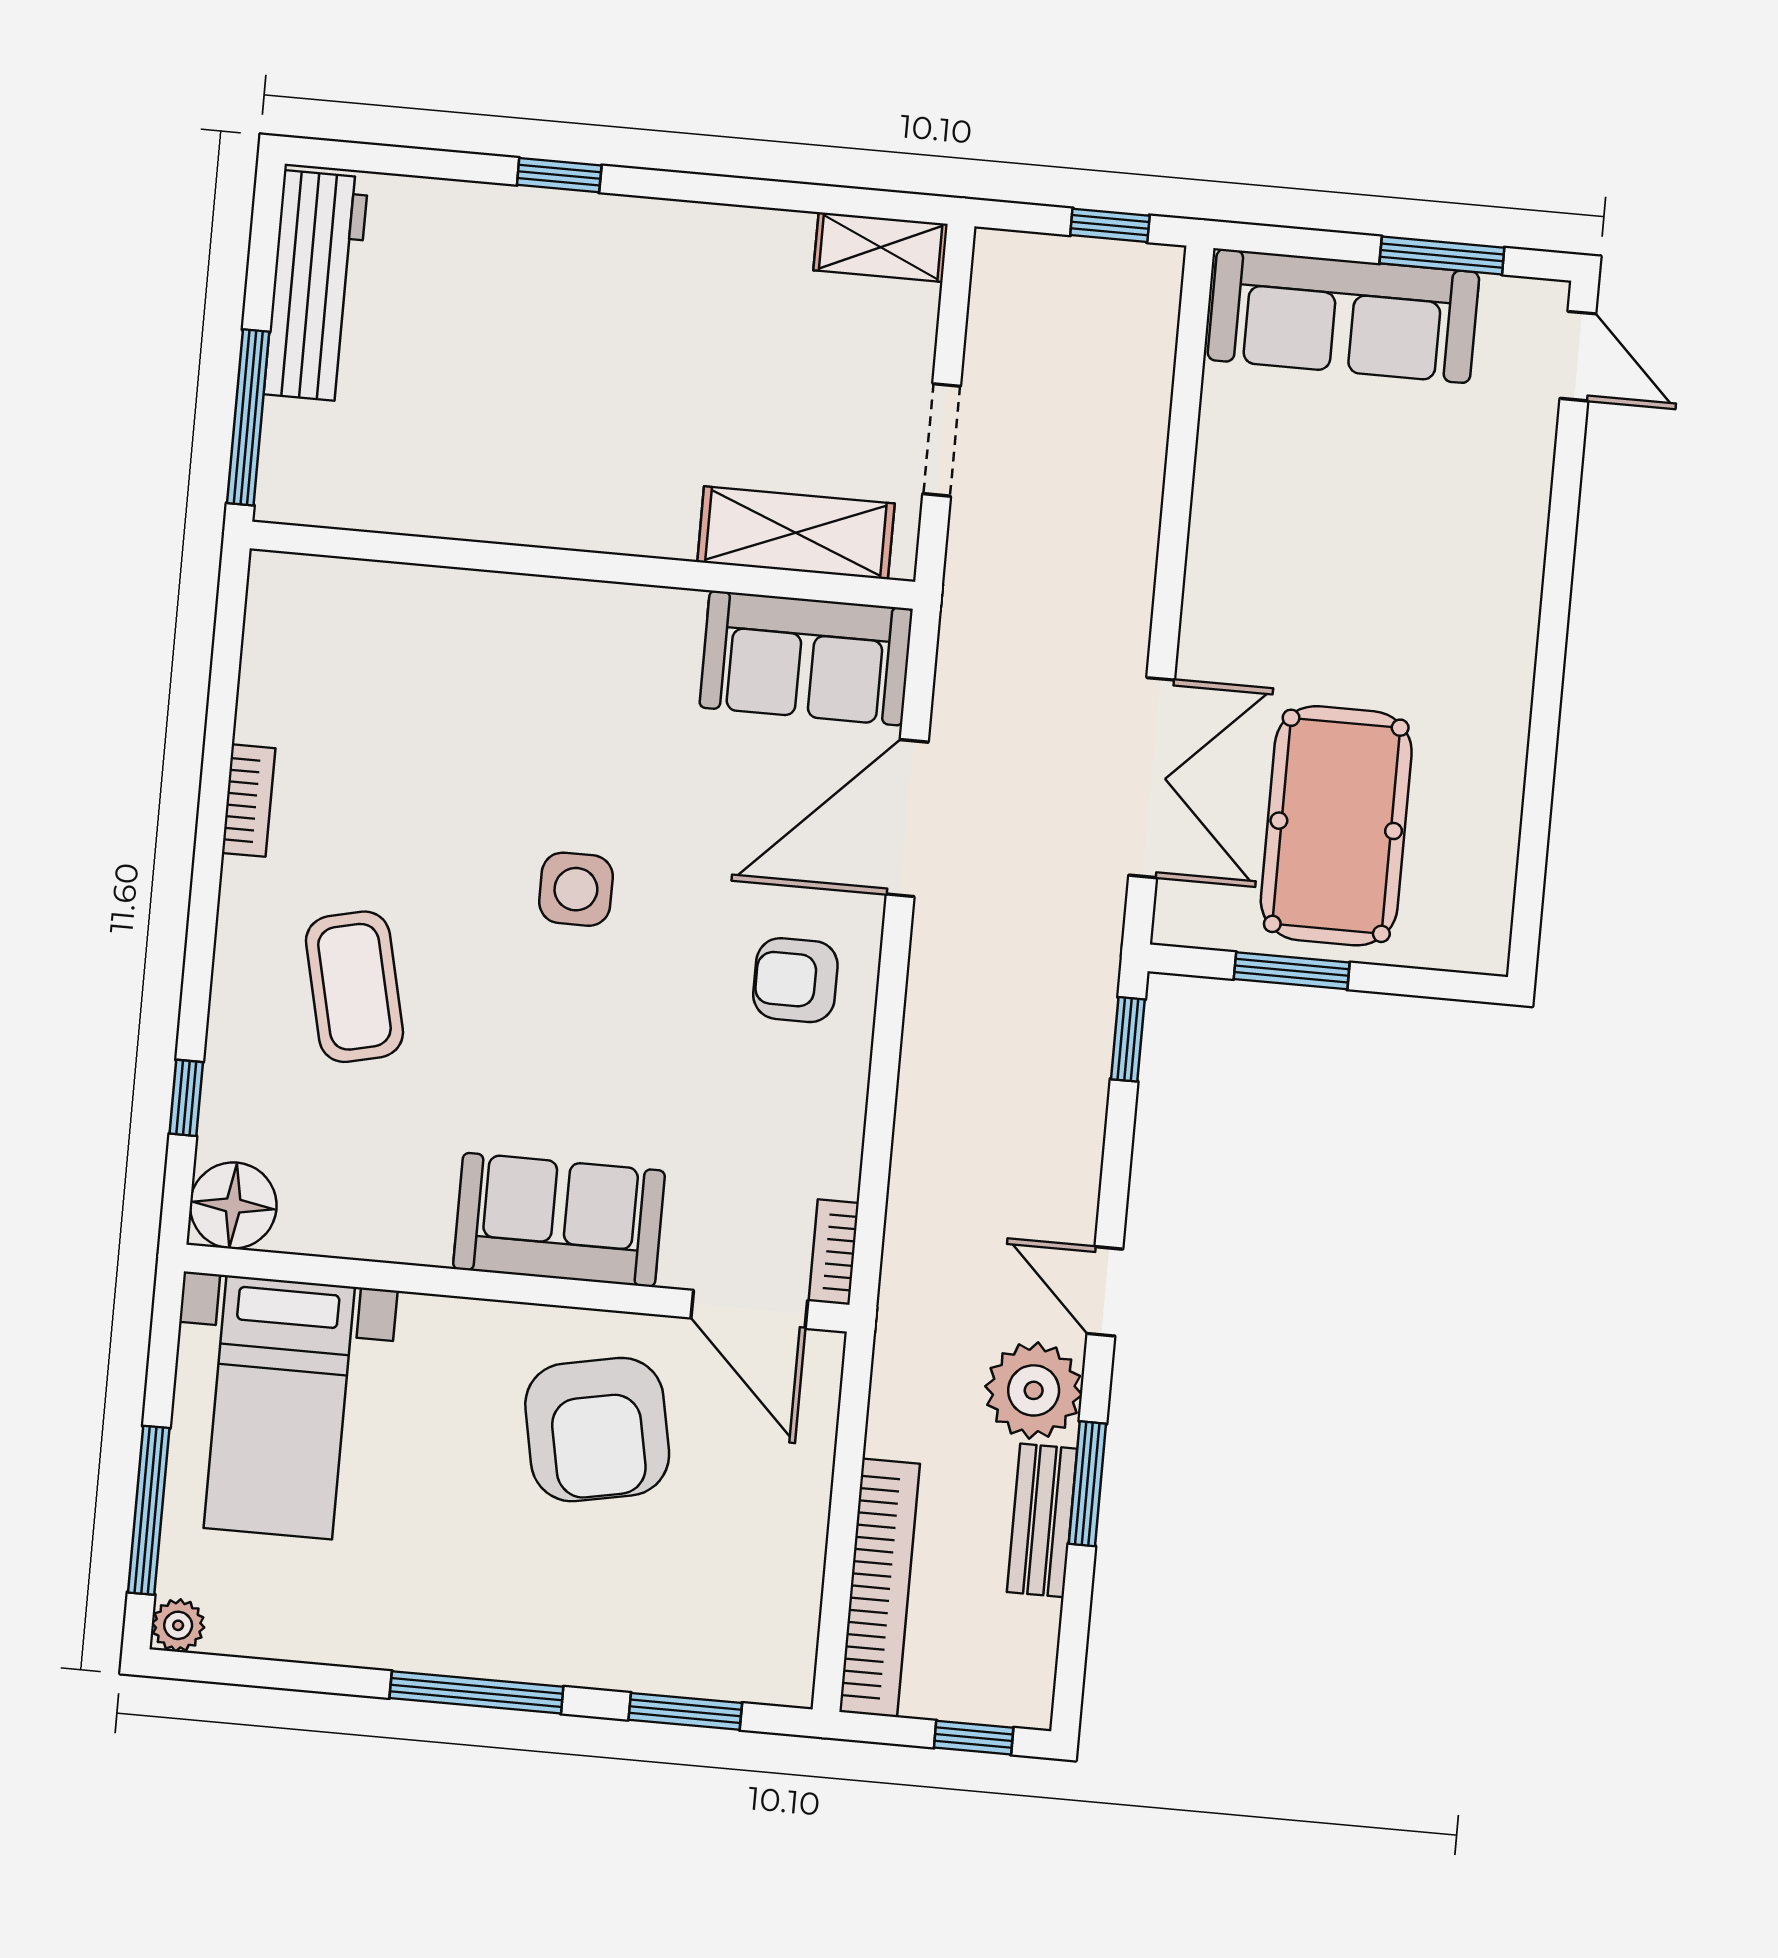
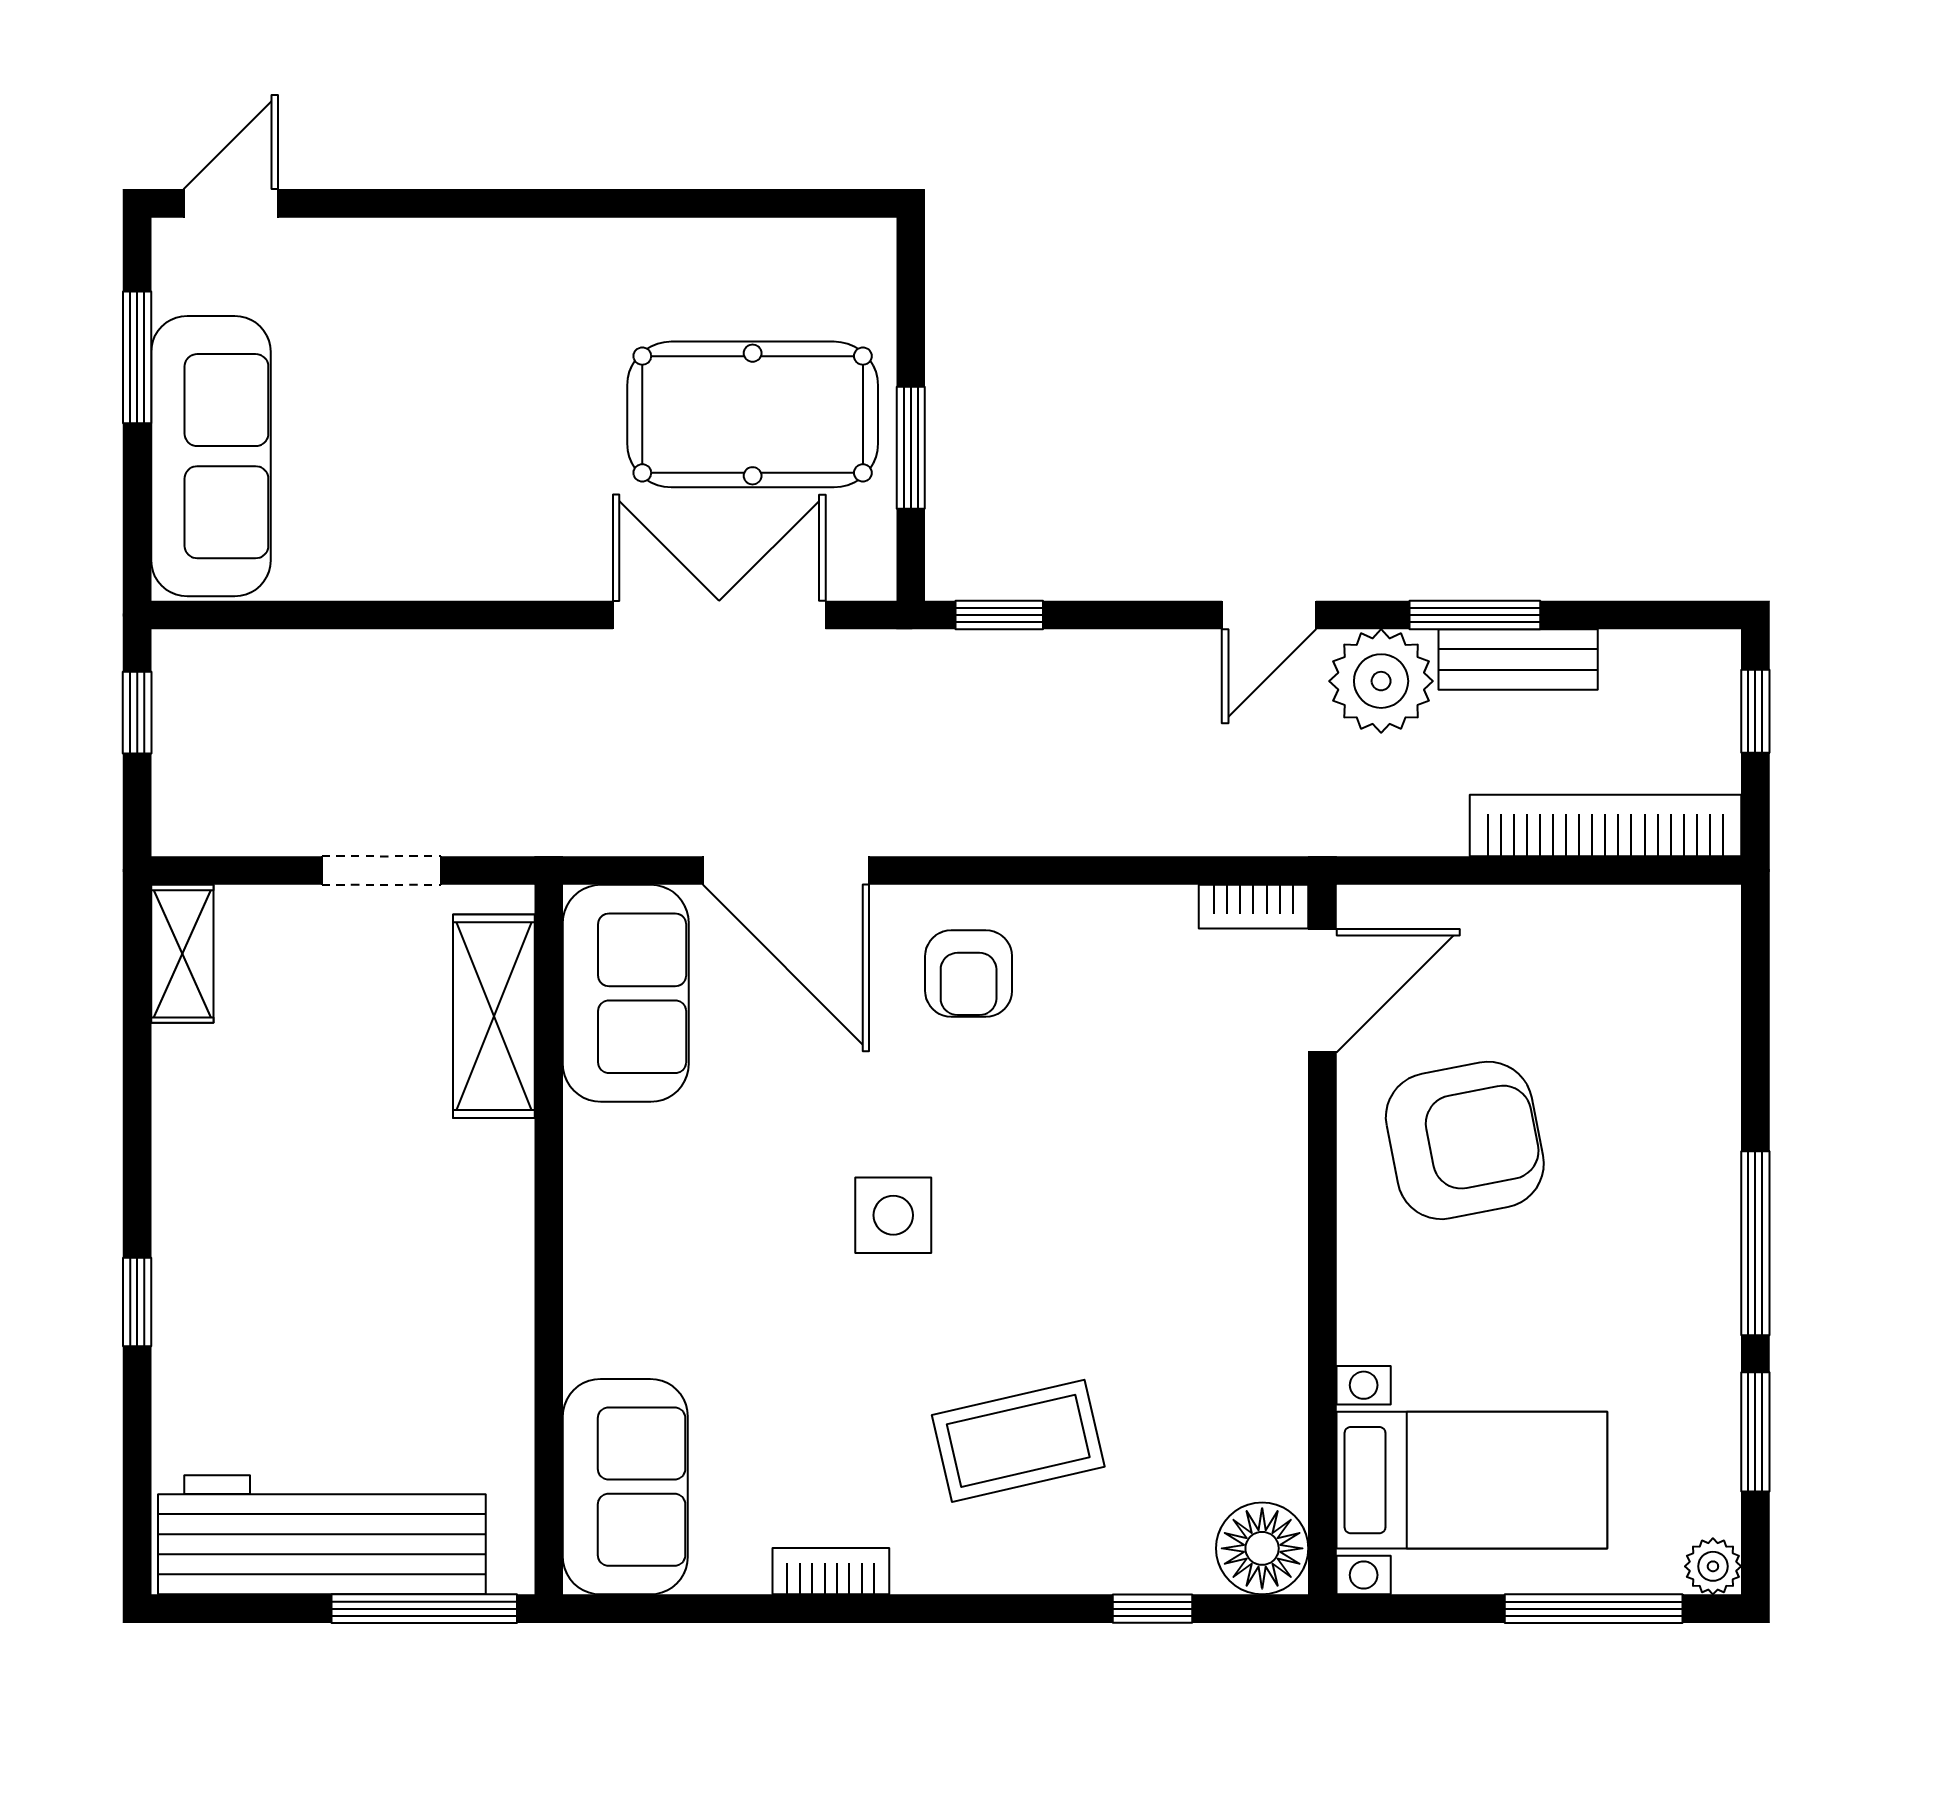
workbench: (316, 286) -> (322, 1535), width x1.36, depth x1.32
sofa: (559, 1220) -> (625, 1487), moved, turned 180
window: (685, 1711) -> (1755, 1432), moved

